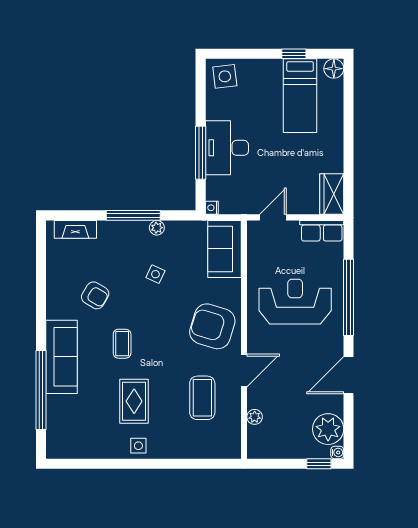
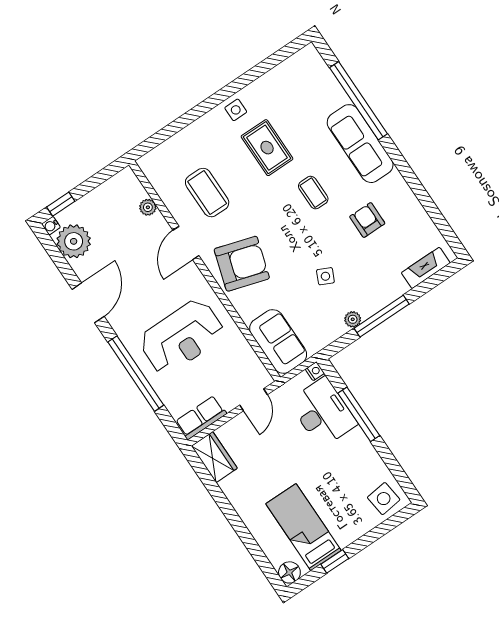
desk: (227, 148) -> (323, 413), moved
armchair: (95, 295) -> (367, 220), turned 59

